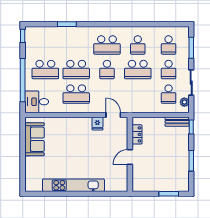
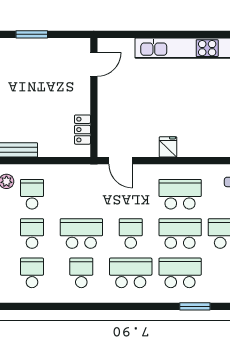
school desk: (76, 45) -> (180, 273), added
fridge: (97, 124) -> (168, 147), moved
door: (130, 157) -> (94, 64), moved

